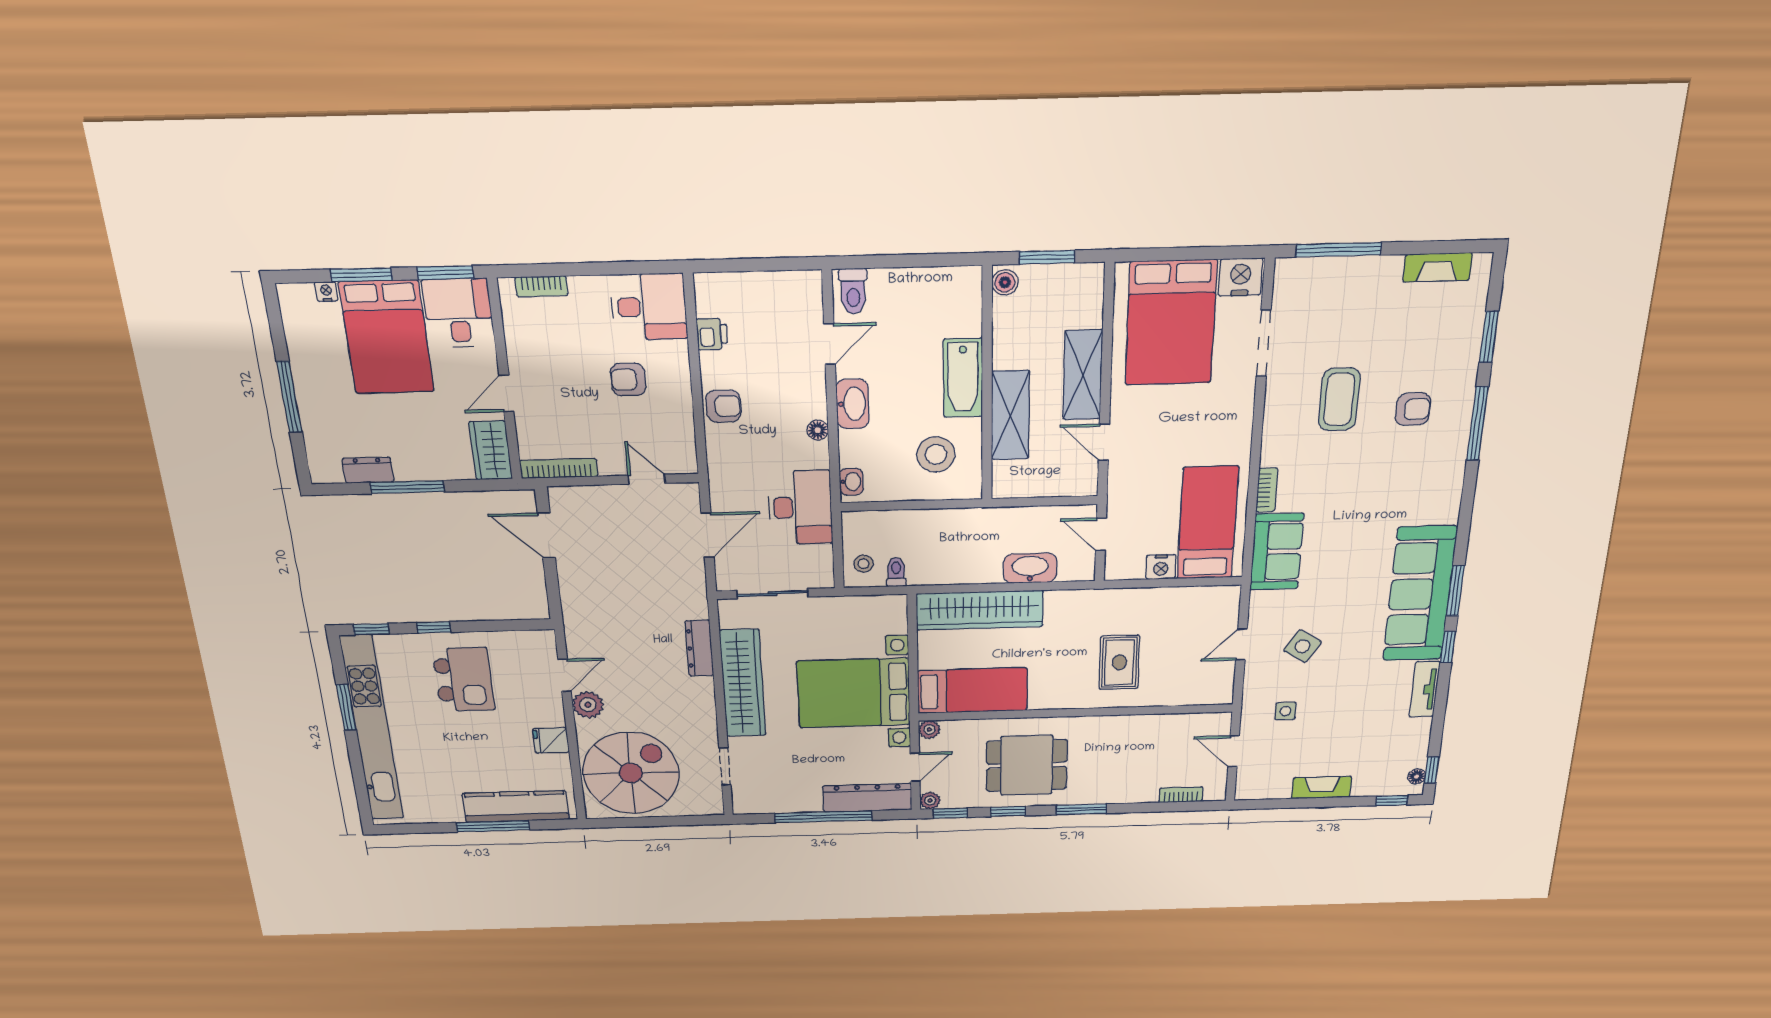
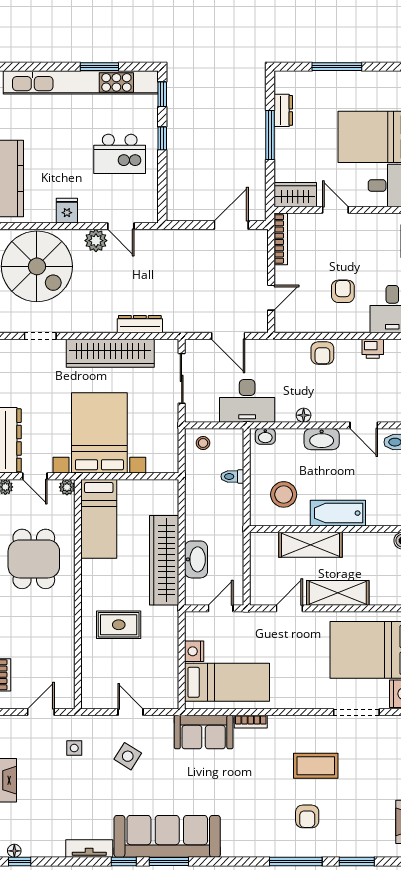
toilet: (896, 572) -> (232, 476), moved, turned 180
wardrobe: (980, 610) -> (164, 560), moved

